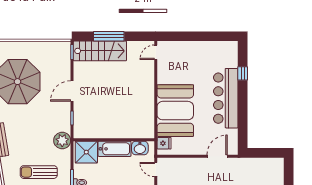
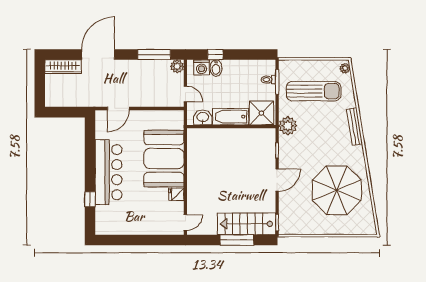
fridge: (164, 143) -> (176, 194), moved
sun lounger: (39, 172) -> (313, 91), width x1.36, depth x1.34

